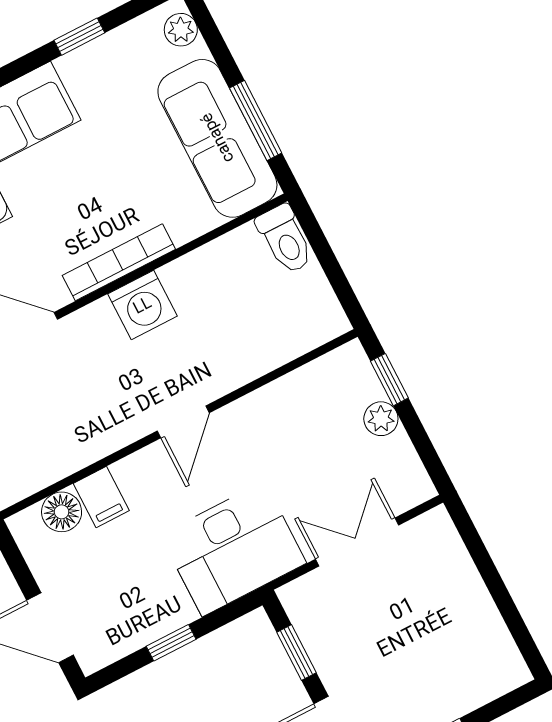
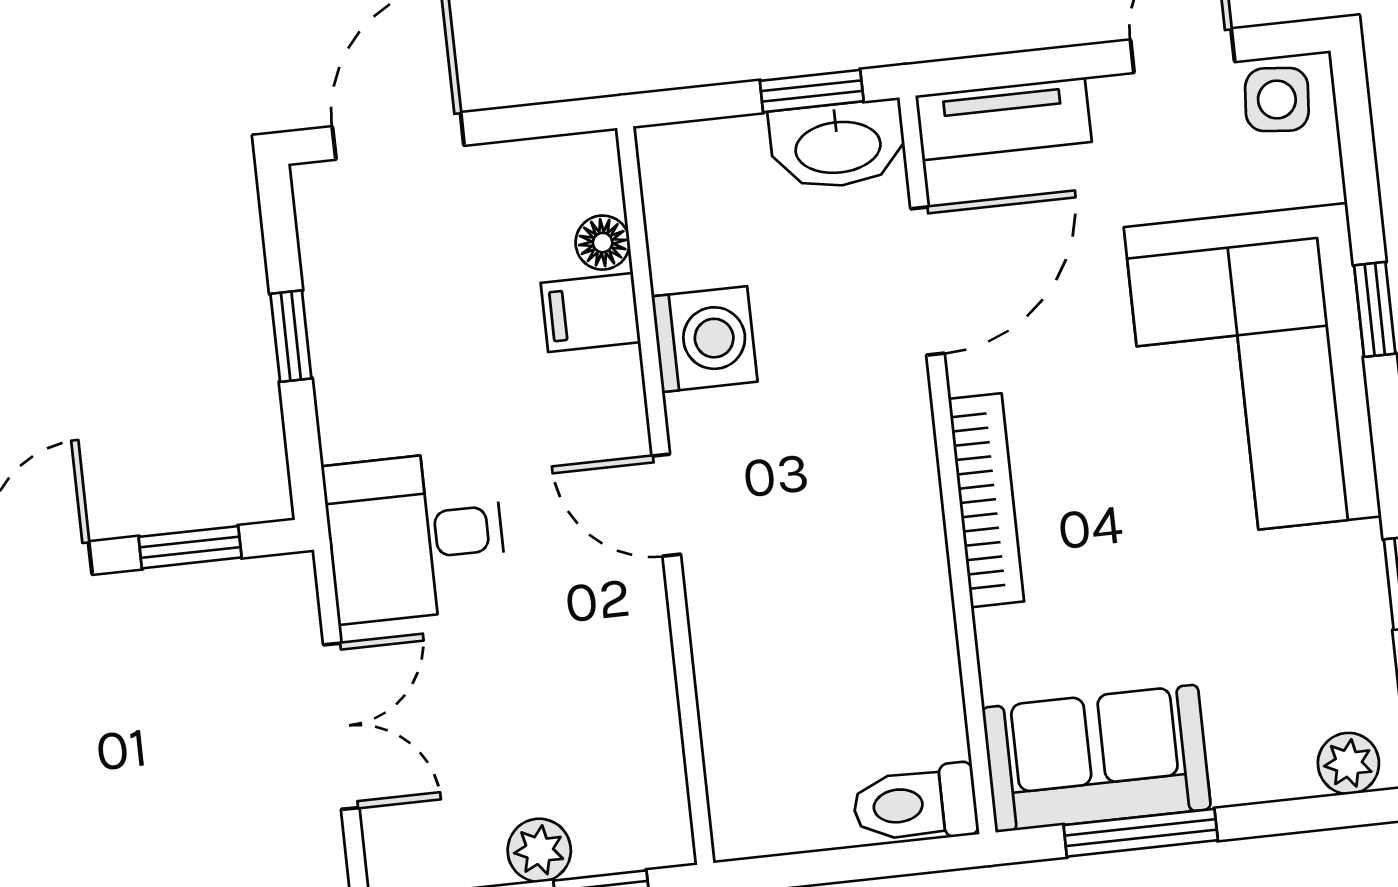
sofa: (217, 138) -> (1096, 758), width x0.73
washing machine: (142, 305) -> (705, 339), moved, turned 180
floor lamp: (62, 512) -> (603, 243), width x0.73, depth x0.73
desk: (233, 549) -> (415, 536), width x0.73

